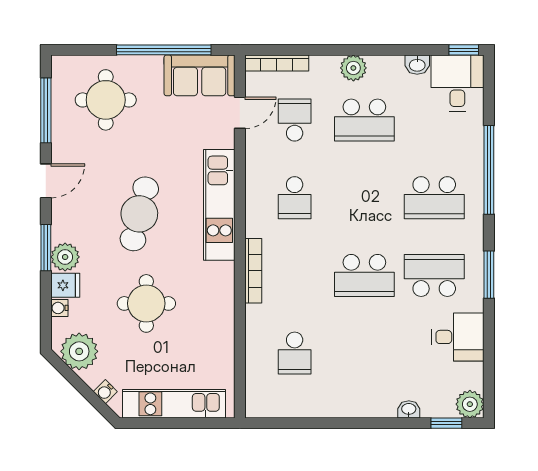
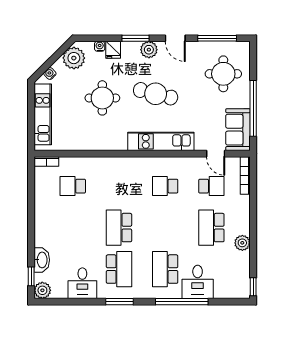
washbasin: (417, 65) -> (244, 259), removed
plant: (353, 68) -> (242, 243), moved
desk: (457, 83) -> (198, 282), moved, turned 90
plant: (65, 257) -> (149, 50), moved
bookcase: (253, 271) -> (46, 162), moved, width x0.64
washbasin: (409, 409) -> (42, 260), width x1.91, depth x1.45

